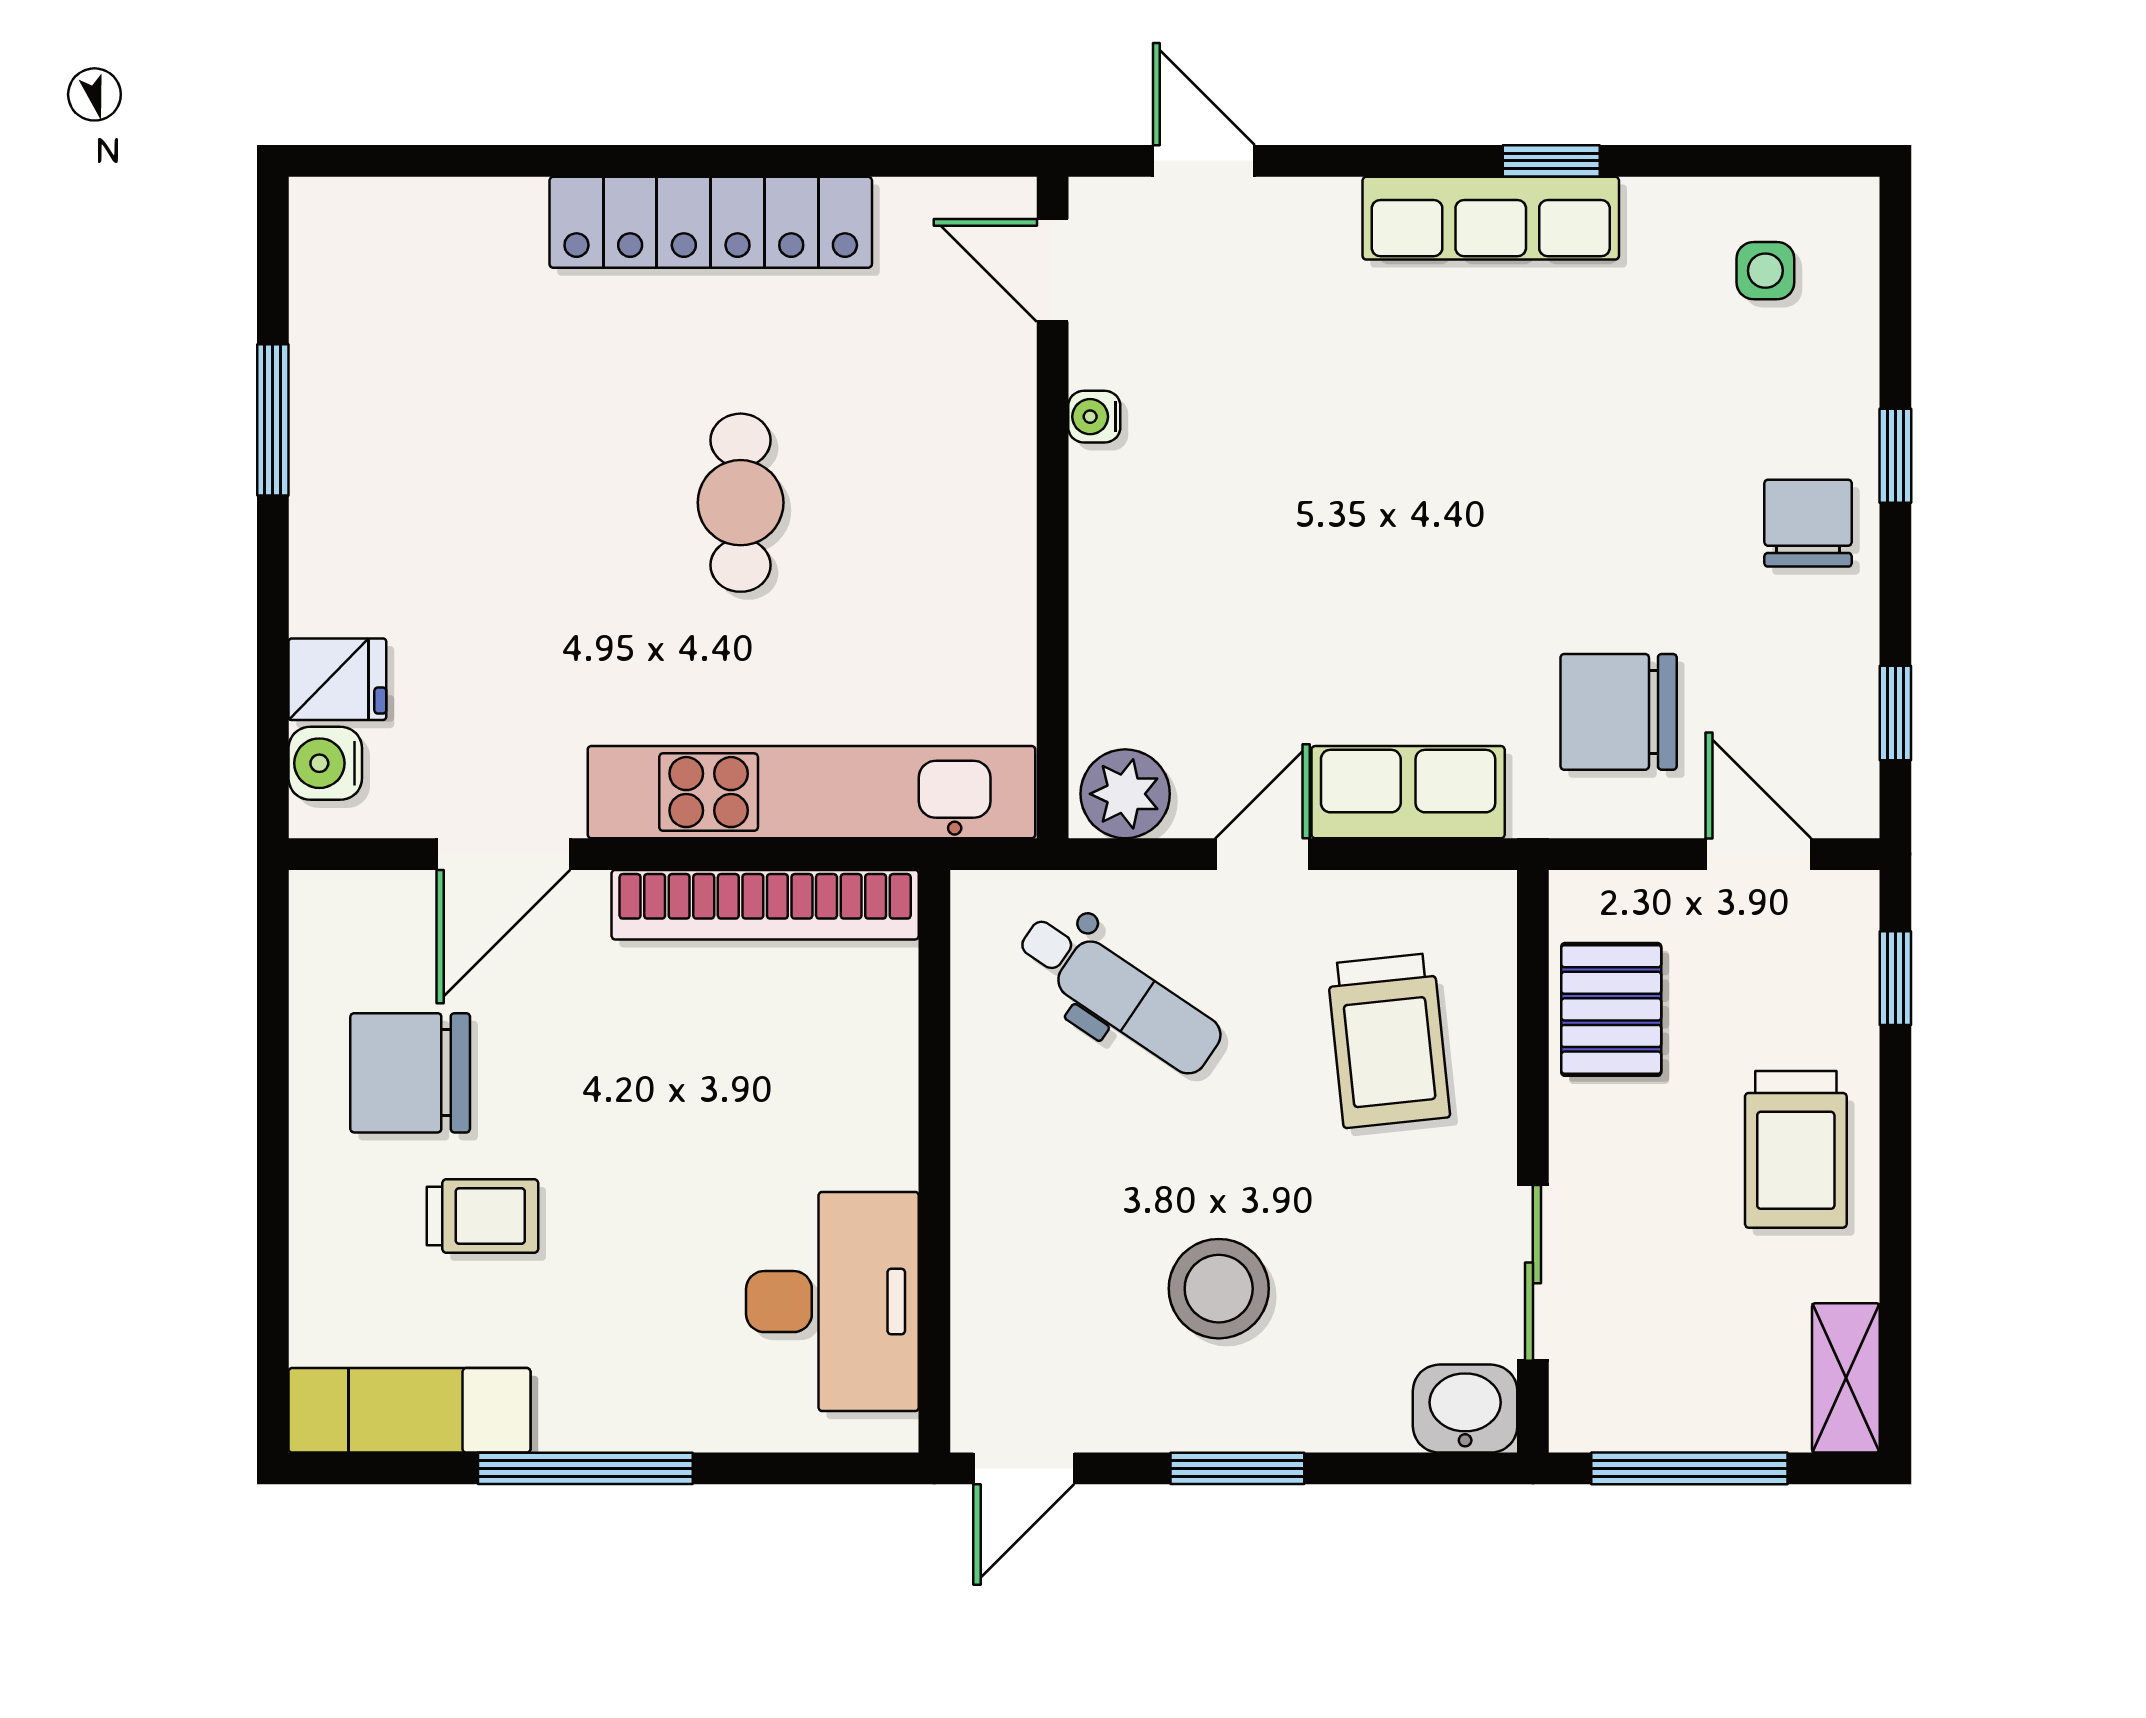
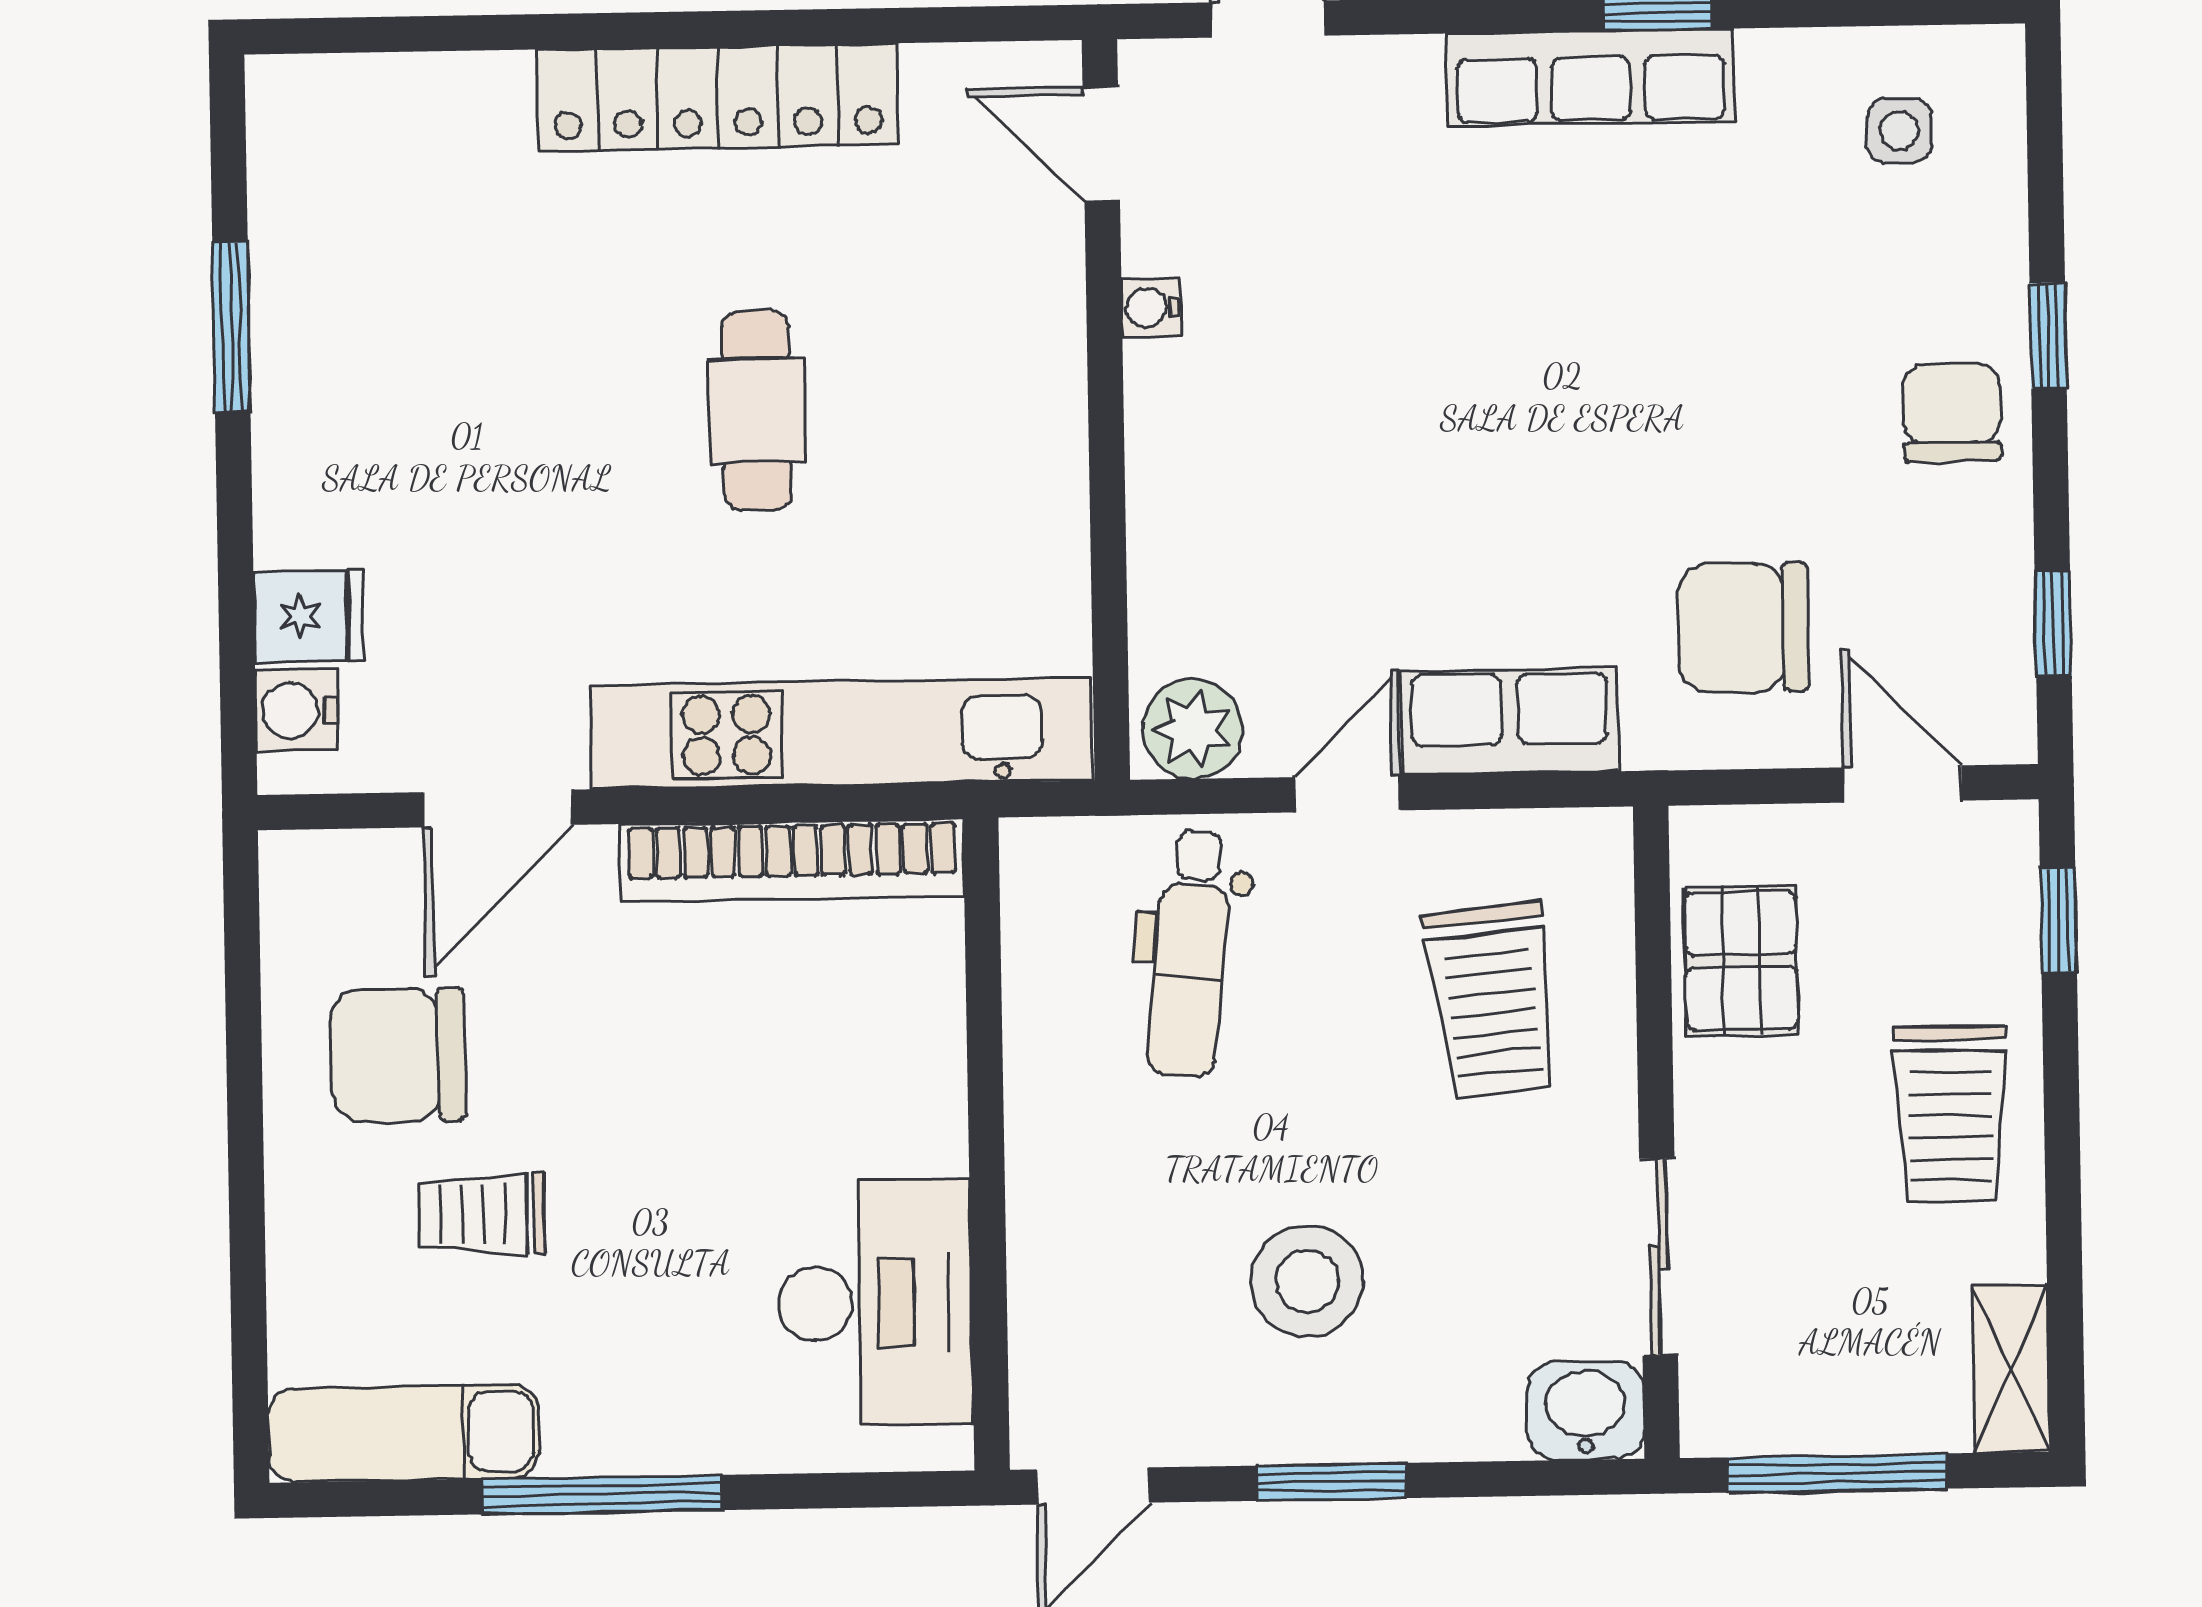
dental chair: (1119, 994) -> (1190, 953), turned 62
trolley: (482, 1216) -> (482, 1214), turned 180

